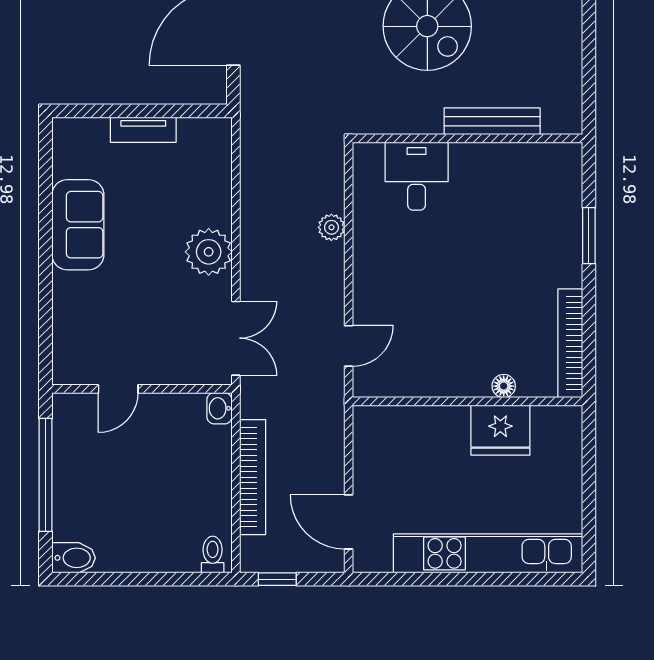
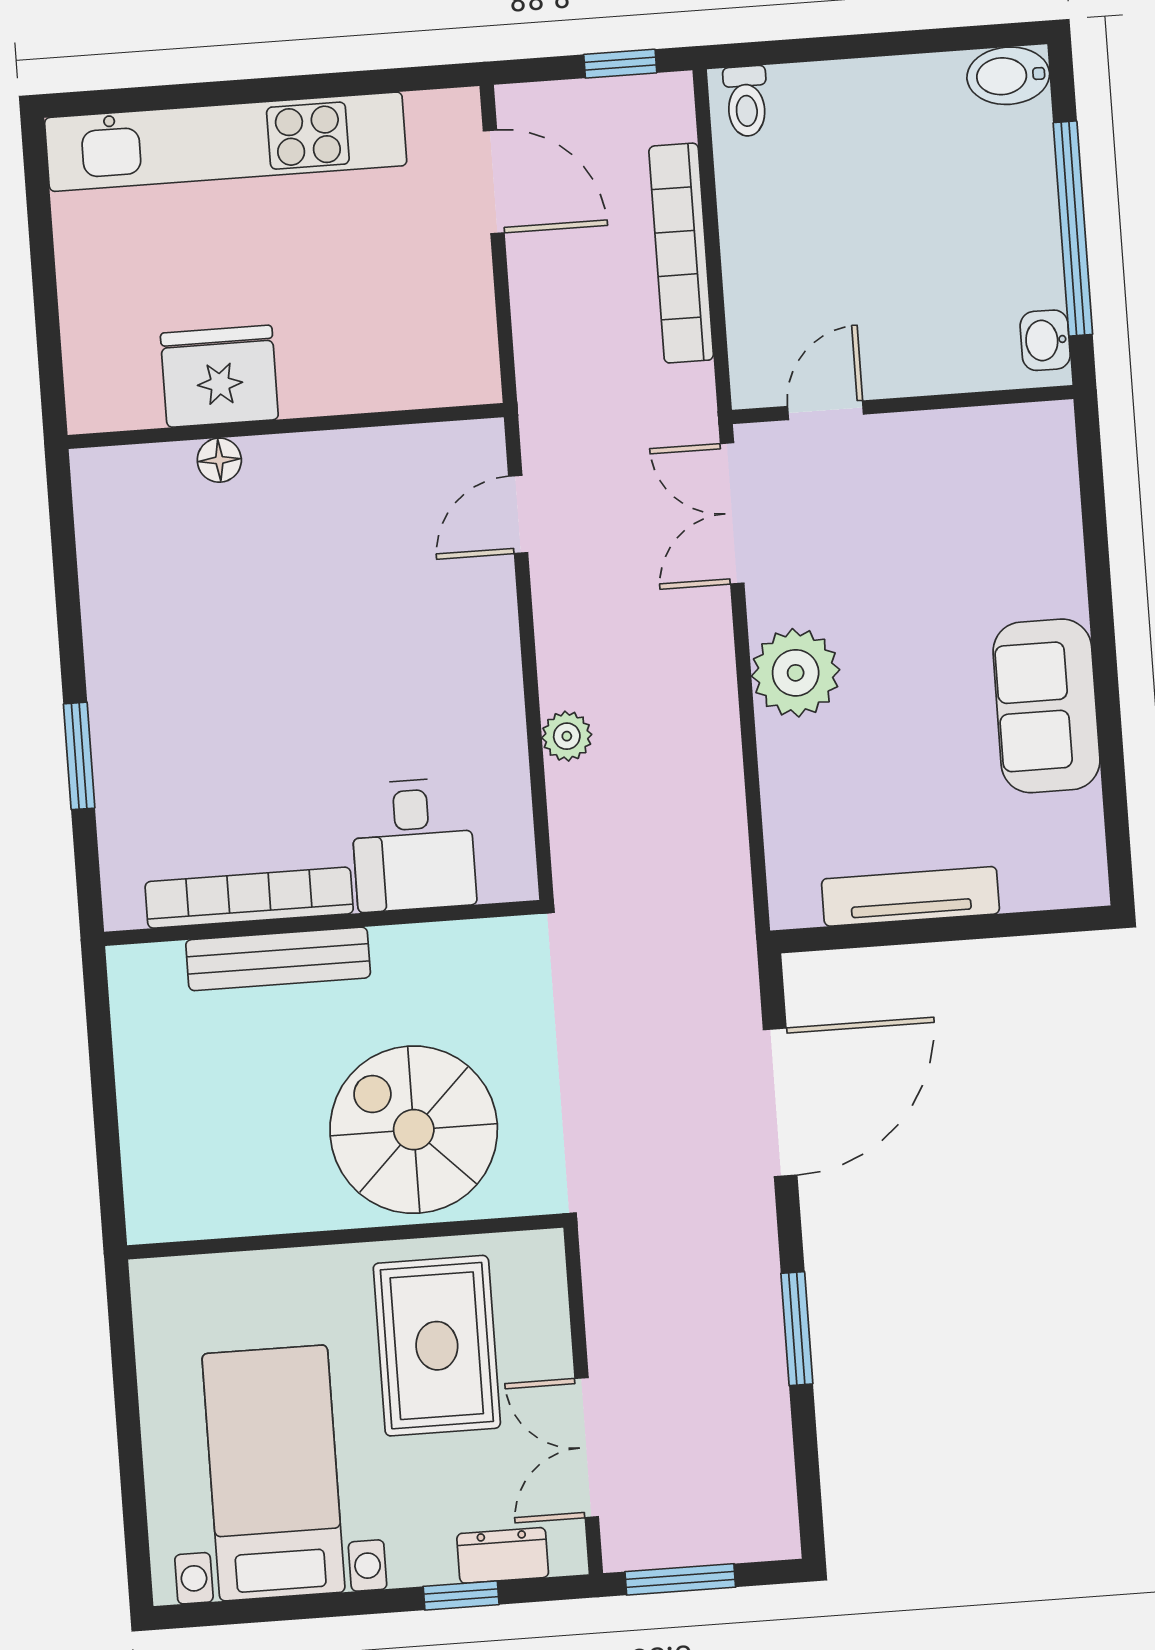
tv unit: (143, 130) -> (910, 896), width x1.41
bookcase: (570, 343) -> (249, 898), moved, turned -90
door: (118, 389) -> (825, 410), moved
washbasin: (219, 408) -> (1045, 340), moved, turned 180

